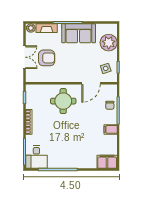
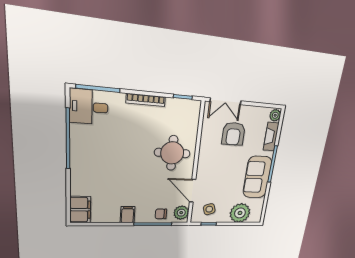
double door: (24, 57) -> (226, 101), moved
plant: (109, 90) -> (181, 213), added

